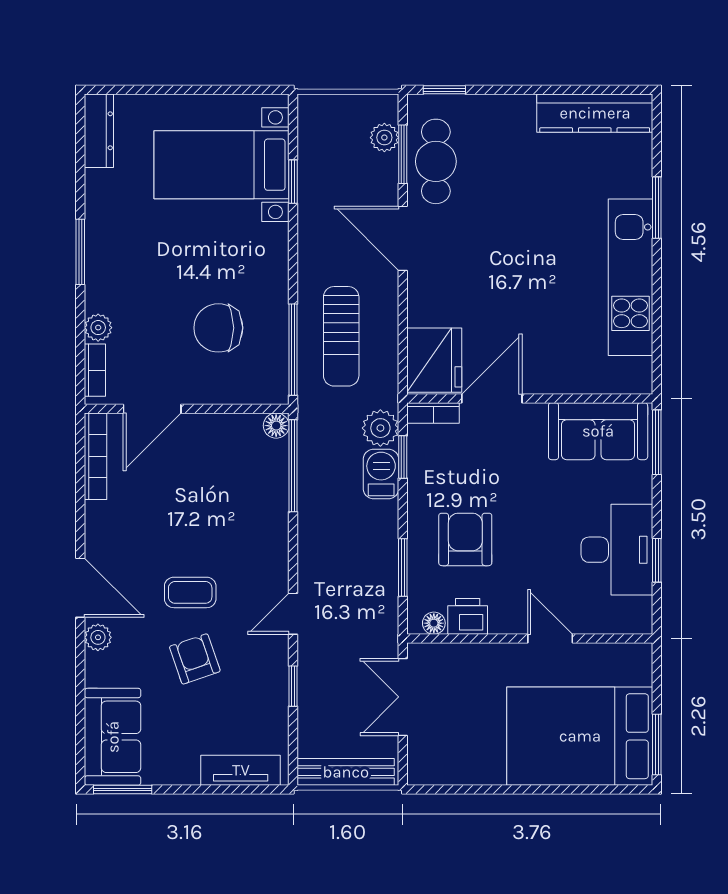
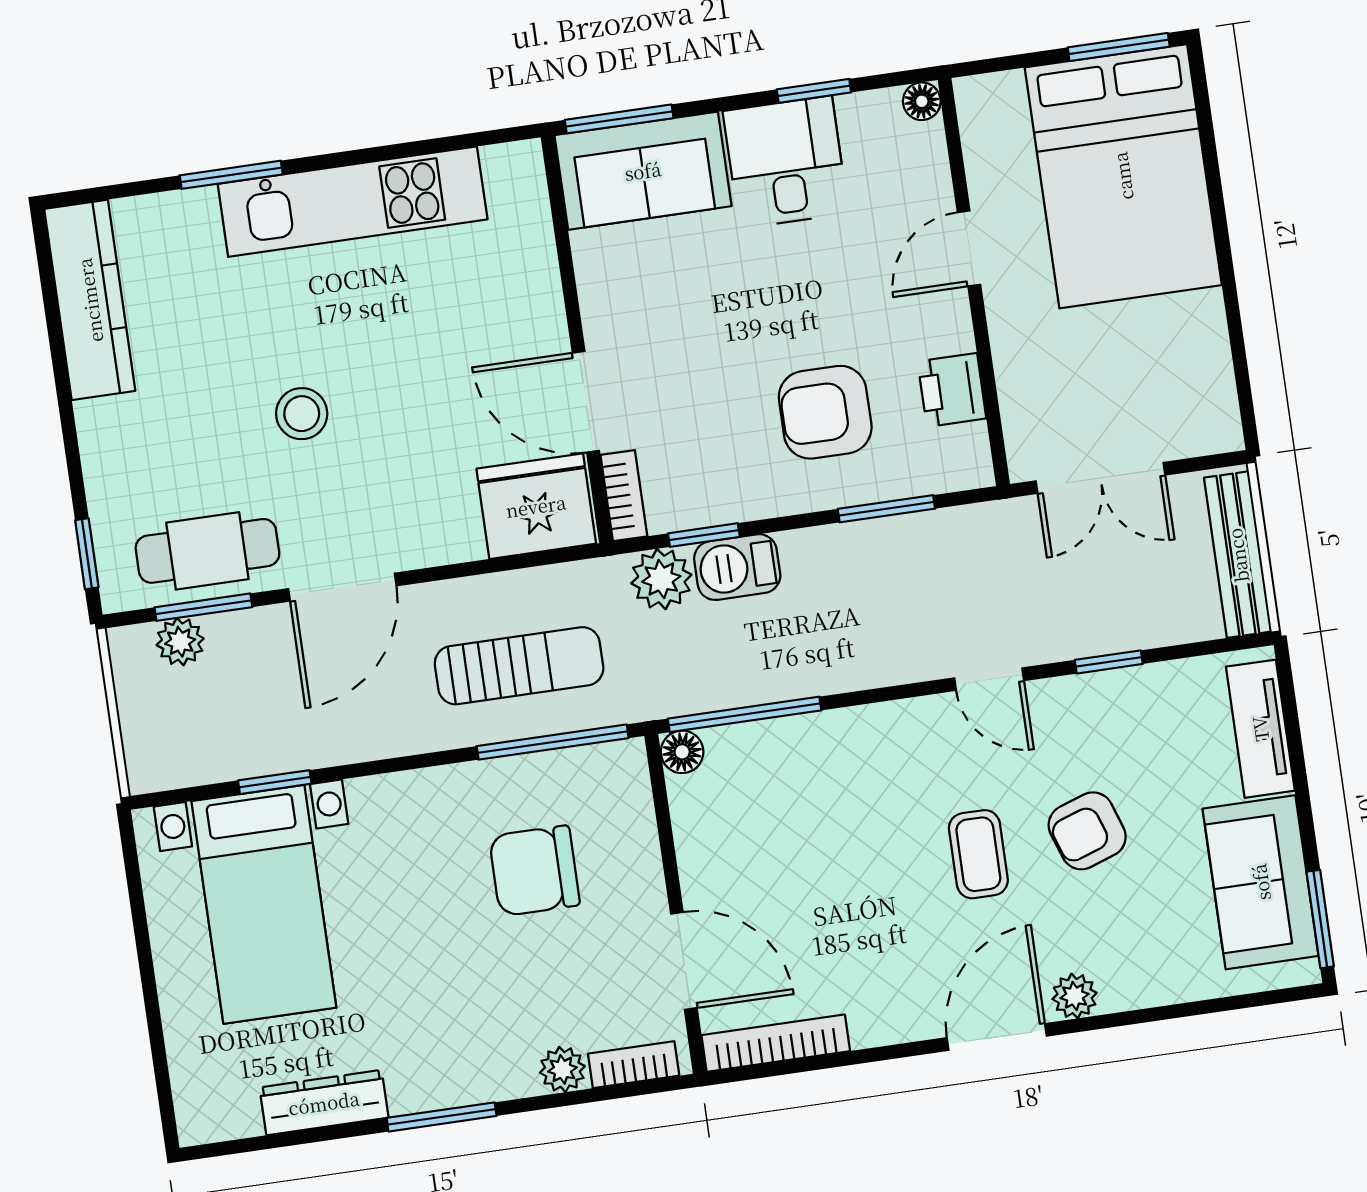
dresser: (99, 131) -> (324, 1103), moved
stool: (509, 229) -> (302, 414), added
chair: (218, 328) -> (534, 871), turned 90
sofa: (598, 431) -> (643, 171), moved, turned 90
desk: (617, 550) -> (786, 162), width x0.73
floor lamp: (434, 623) -> (922, 101), moved
sofa: (113, 737) -> (1261, 882), moved, turned -90

